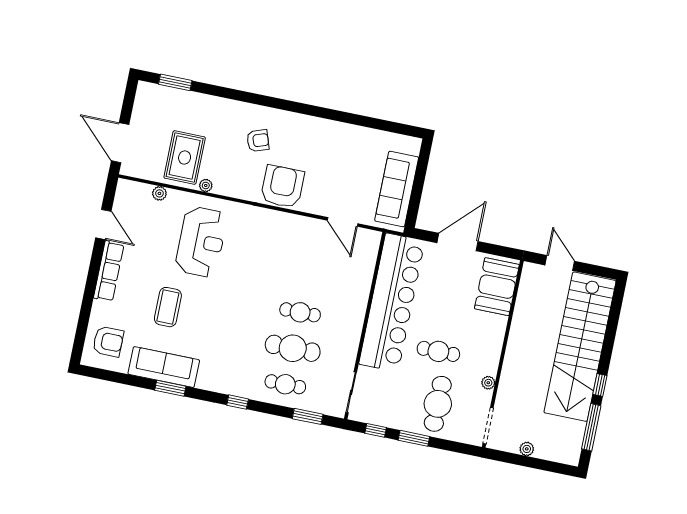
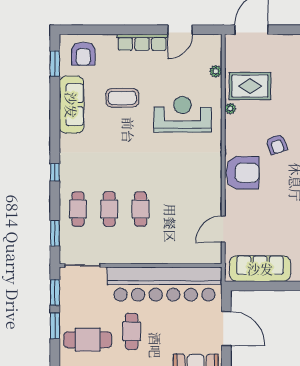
reception desk: (201, 242) -> (182, 114), turned 180
cafe table: (293, 348) -> (109, 209), width x0.73, depth x0.74
window: (170, 388) -> (55, 64), moved
window: (376, 430) -> (55, 292), width x1.50

